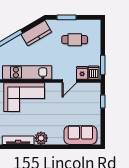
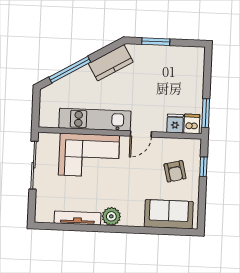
cafe table: (75, 40) -> (166, 75), removed
door: (69, 81) -> (141, 134), moved
armchair: (83, 106) -> (175, 171), added

